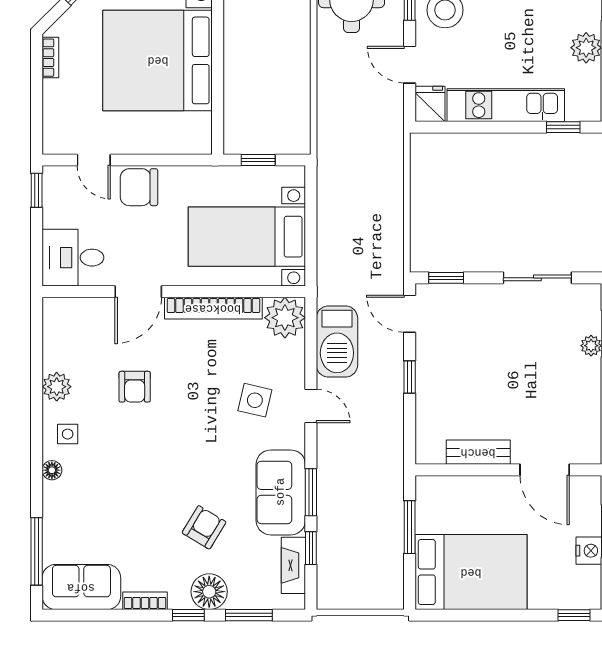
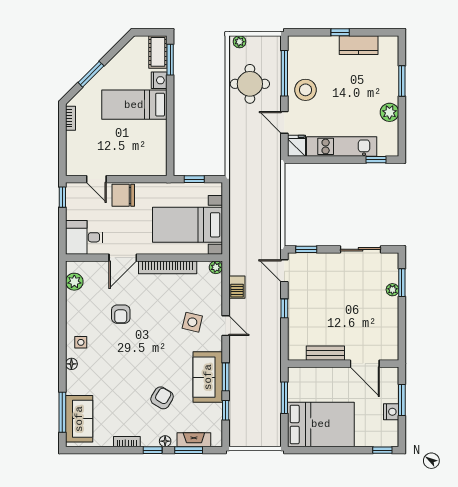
bed: (158, 60) -> (134, 105), width x0.49
plant: (285, 318) -> (216, 267), width x0.53, depth x0.53
barbecue: (337, 341) -> (237, 287), width x0.53, depth x0.65
plant: (57, 387) -> (74, 282), moved
fireplace: (293, 565) -> (194, 440), moved, turned 90
sofa: (81, 587) -> (79, 419), moved, turned 90
floor lamp: (209, 592) -> (165, 441), width x0.53, depth x0.53

